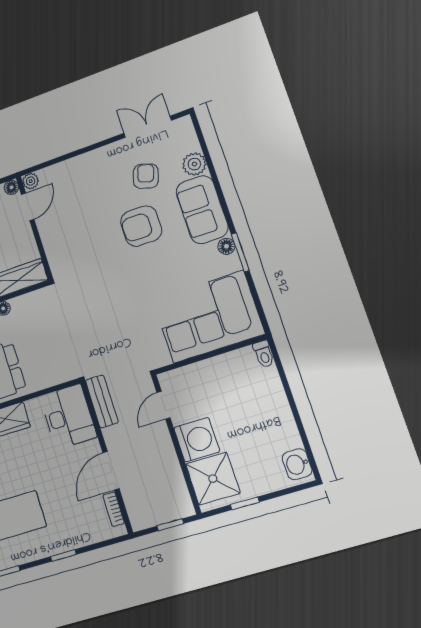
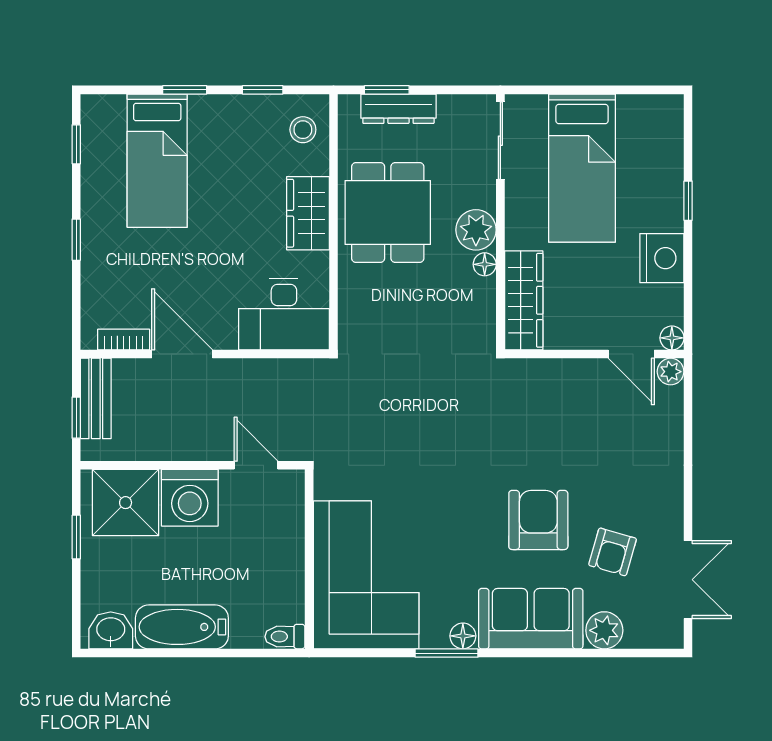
armchair: (146, 176) -> (613, 552), turned 88
bench: (102, 401) -> (96, 398), moved, turned 90
bathtub: (279, 420) -> (182, 627), added

